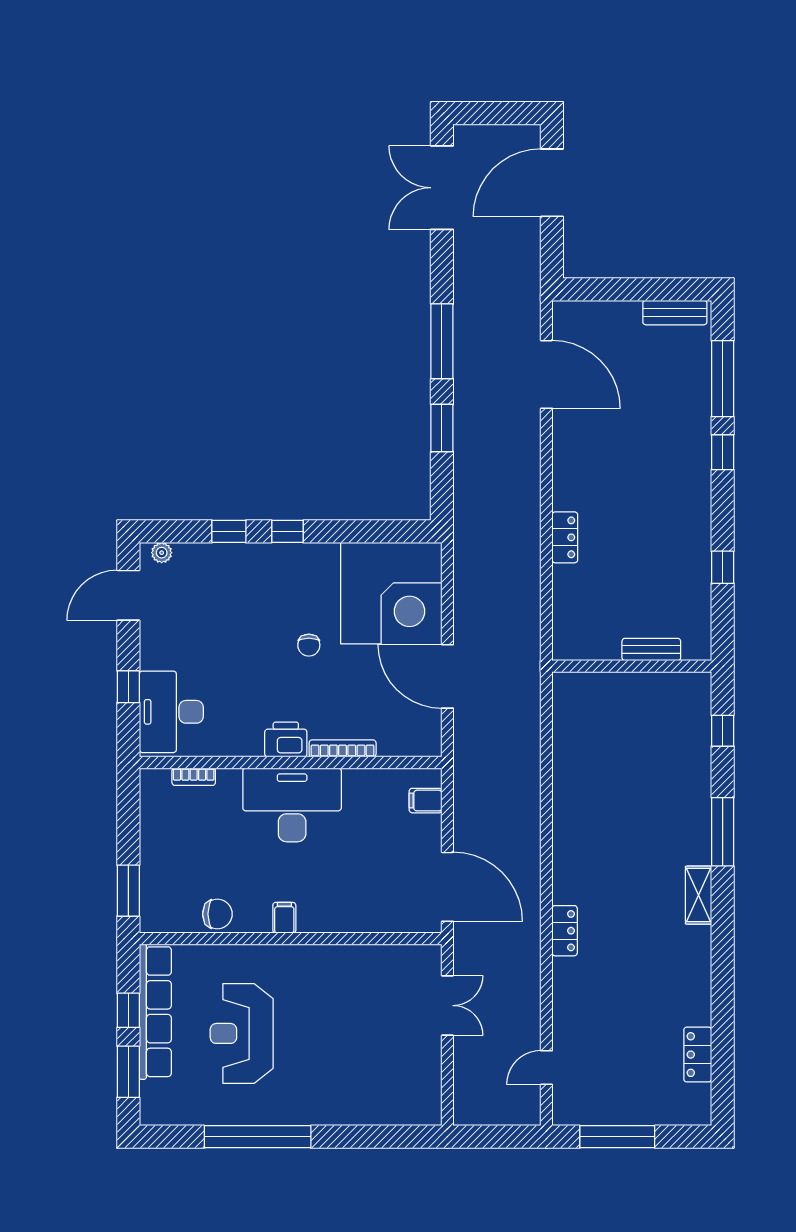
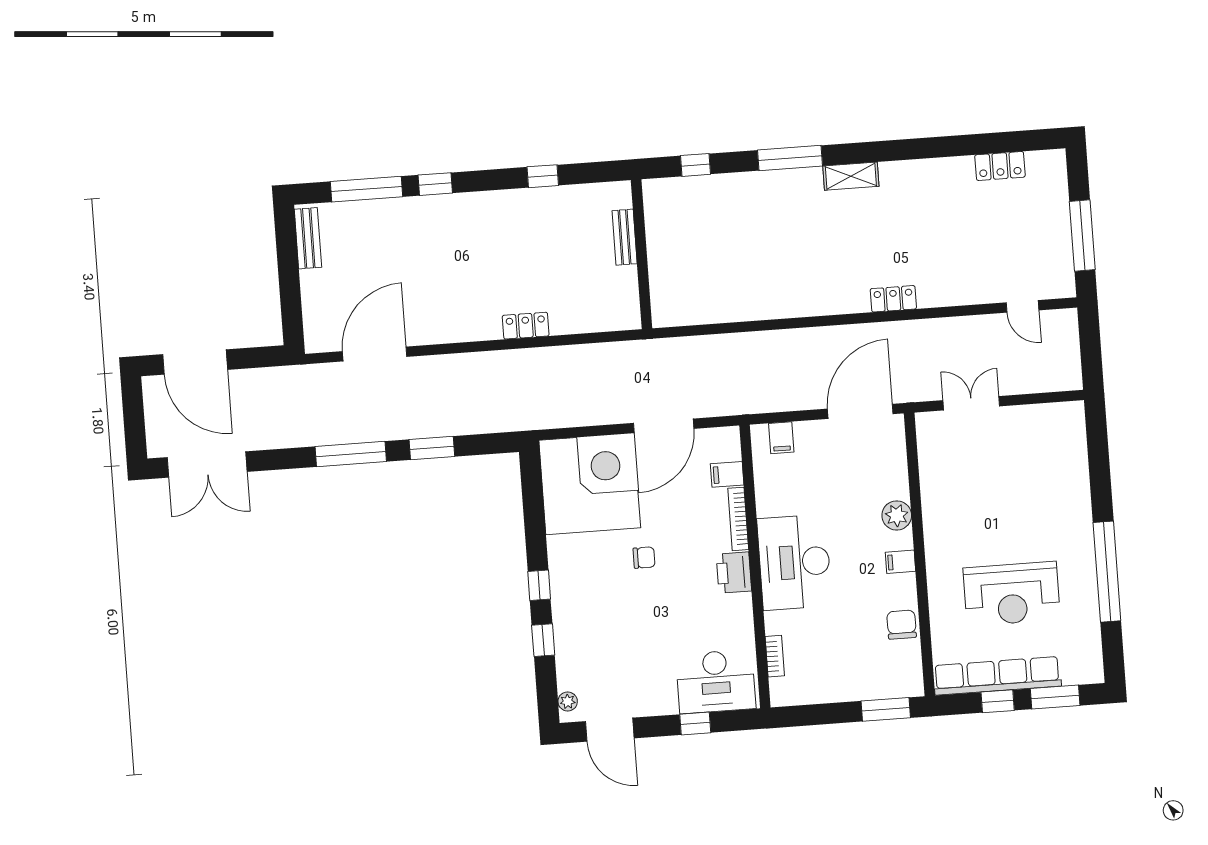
filing cabinet: (391, 740) -> (727, 474), added
plant: (334, 917) -> (897, 515), added

